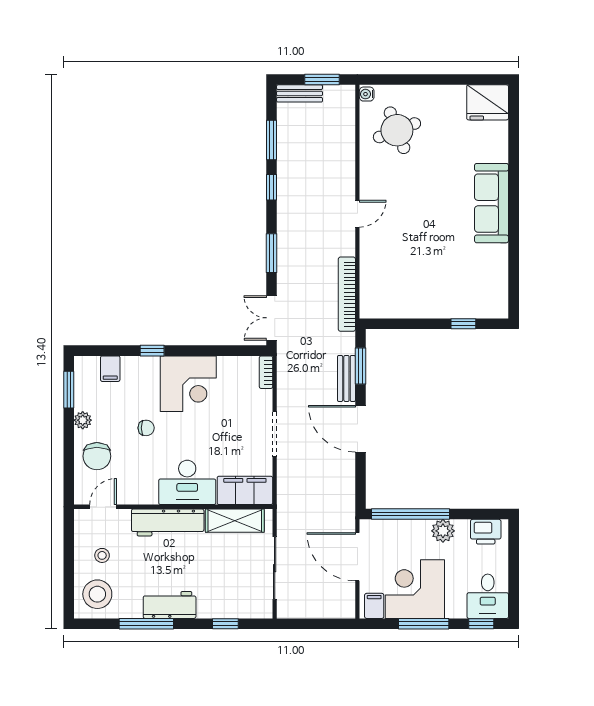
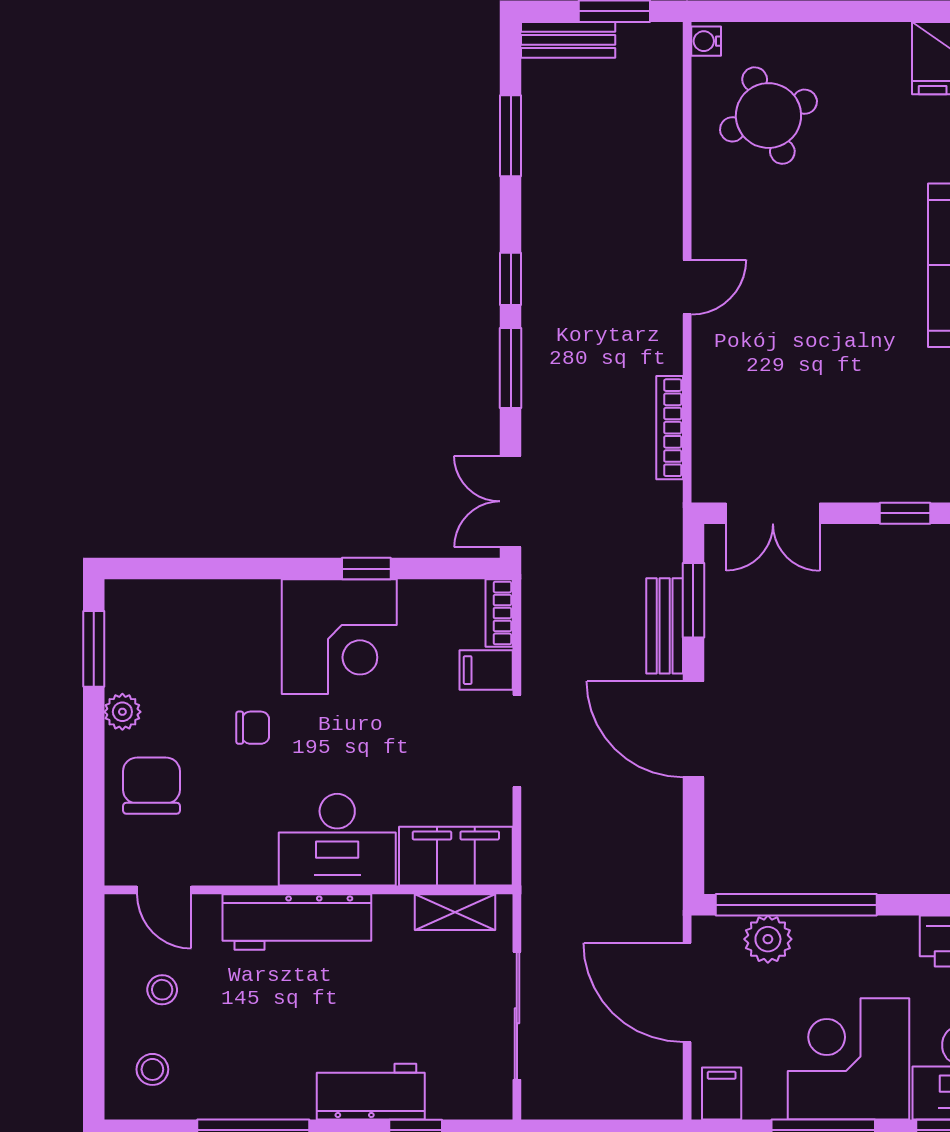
window: (272, 187) -> (511, 279), moved
bookcase: (347, 294) -> (670, 428), width x0.68, depth x0.76
double door: (399, 324) -> (773, 513), added
window: (152, 351) -> (366, 569), moved
filing cabinet: (110, 369) -> (486, 670), moved, turned 90
chair: (97, 456) -> (151, 786), turned 180
door: (103, 507) -> (164, 890), swing flipped
shelving: (235, 521) -> (455, 912), width x0.67, depth x0.75
plant: (443, 531) -> (768, 939), moved
corner desk: (415, 589) -> (848, 1059), moved
stool: (97, 594) -> (152, 1069), width x0.53, depth x0.53
workbench: (170, 605) -> (371, 1092), moved

